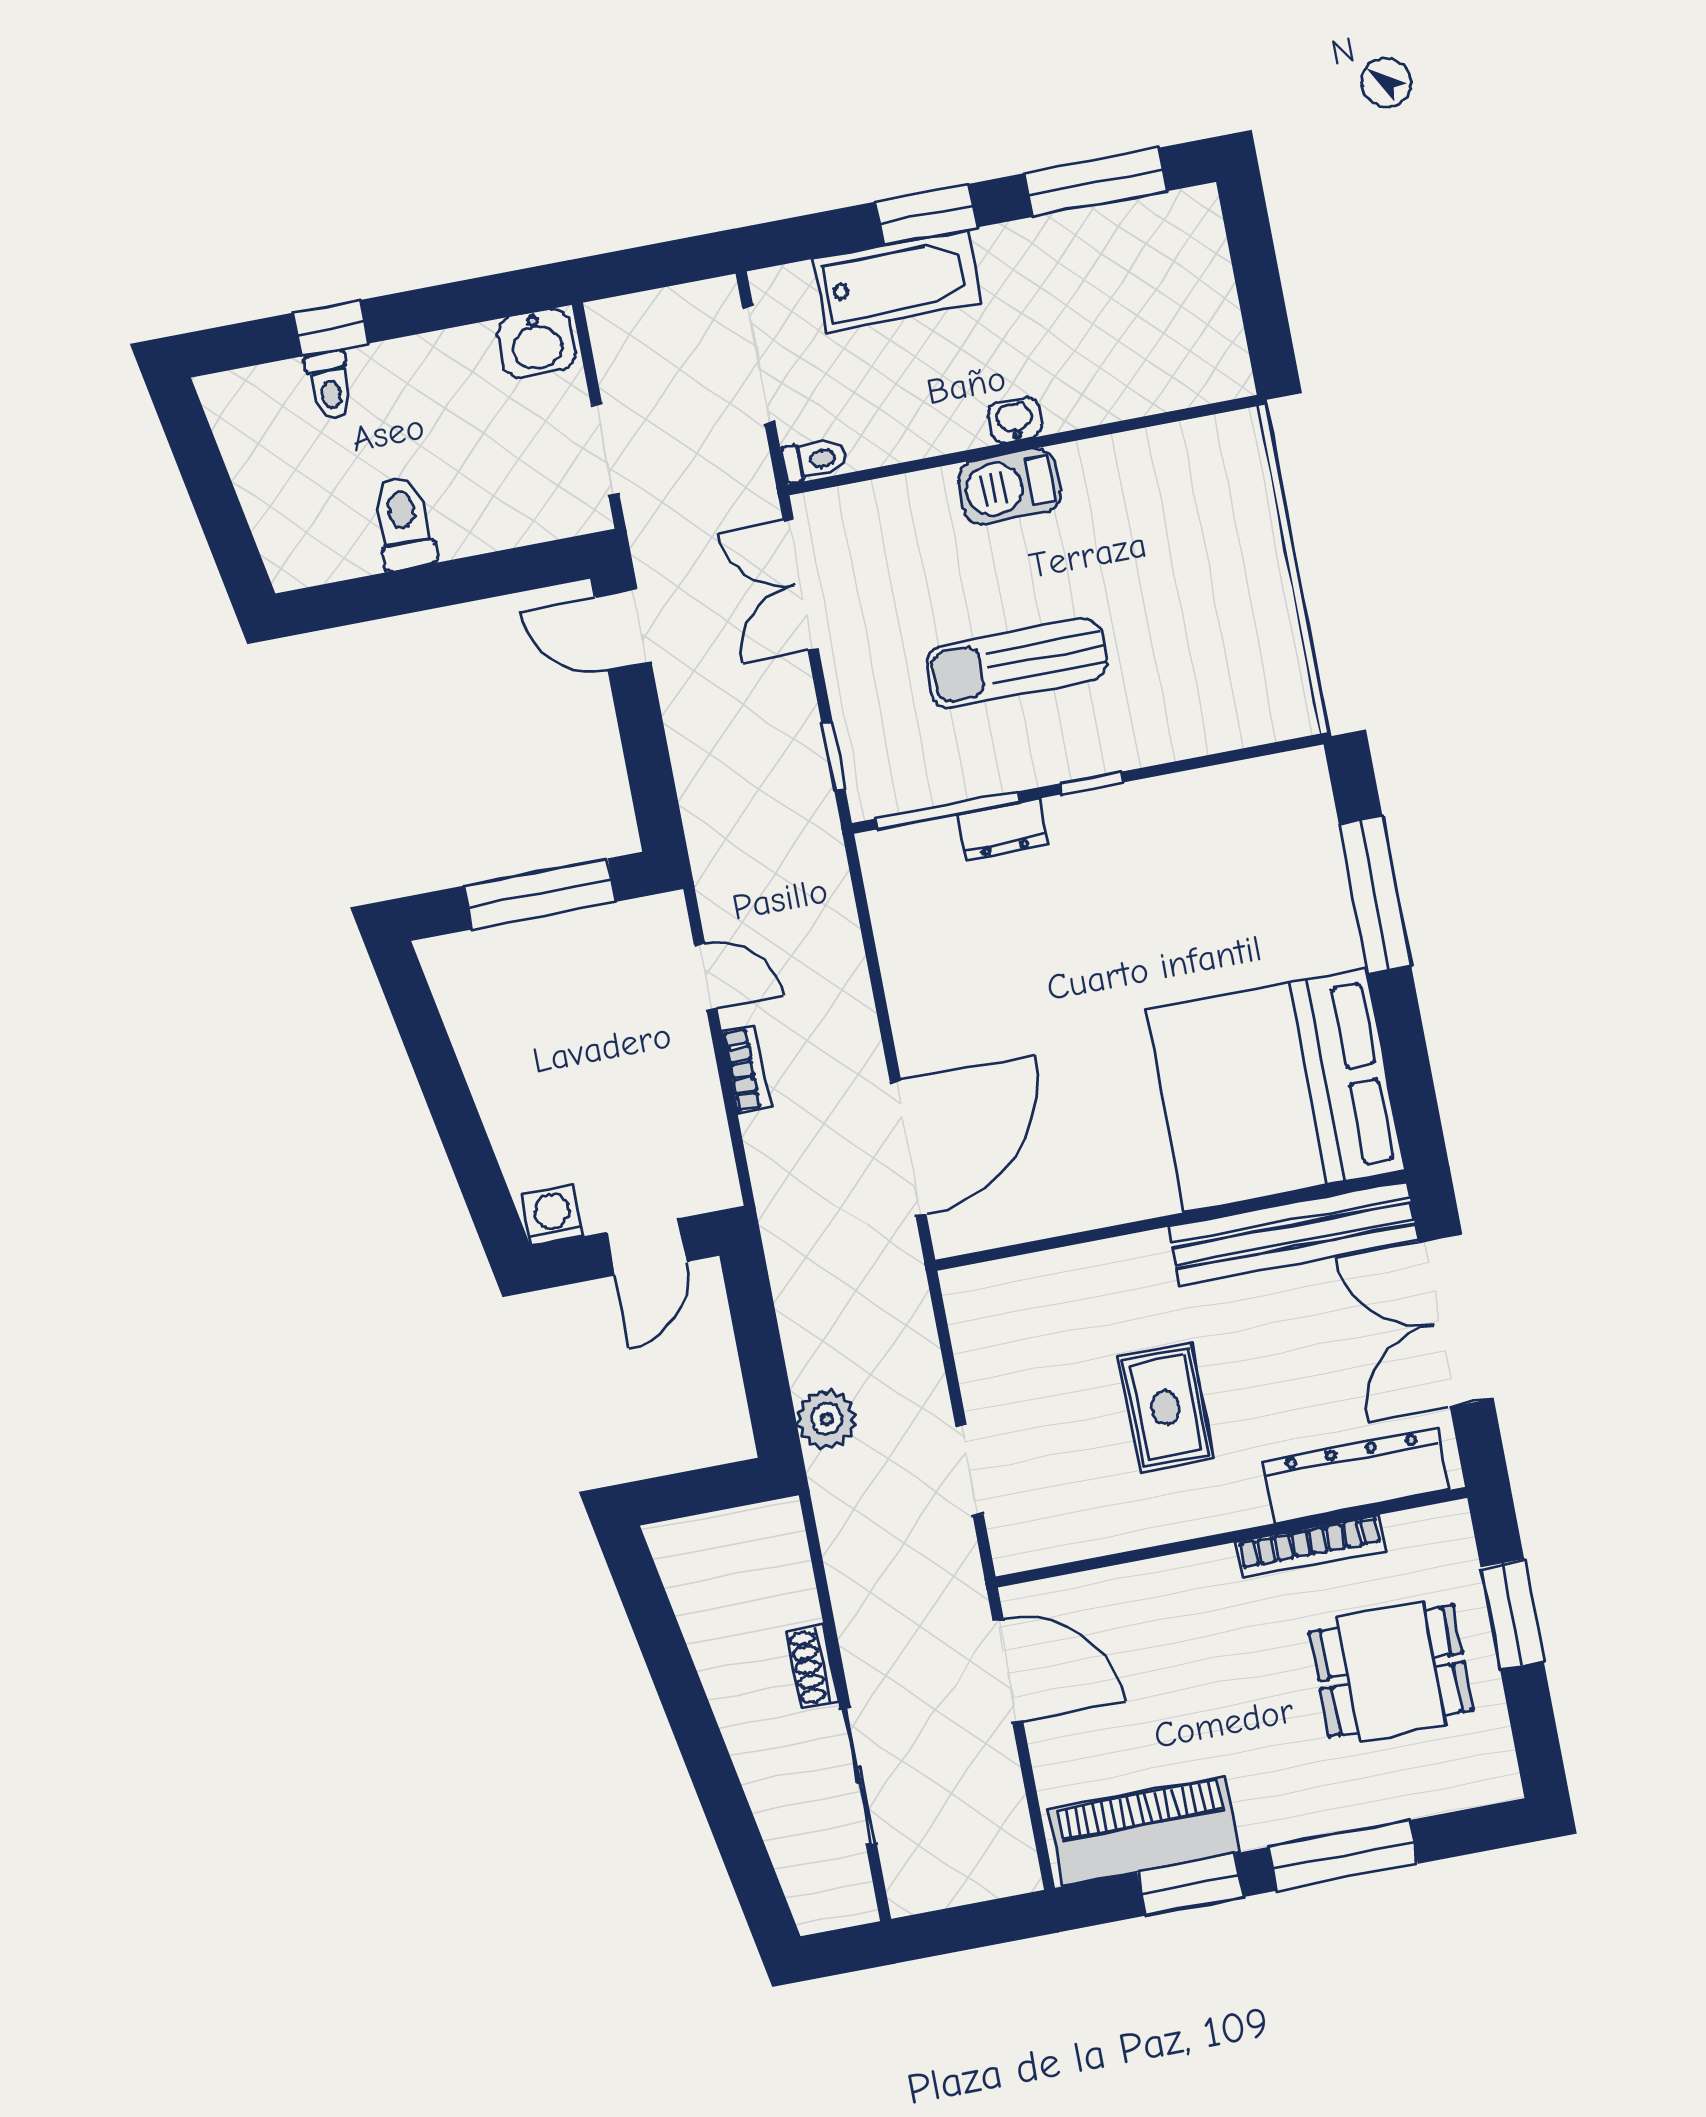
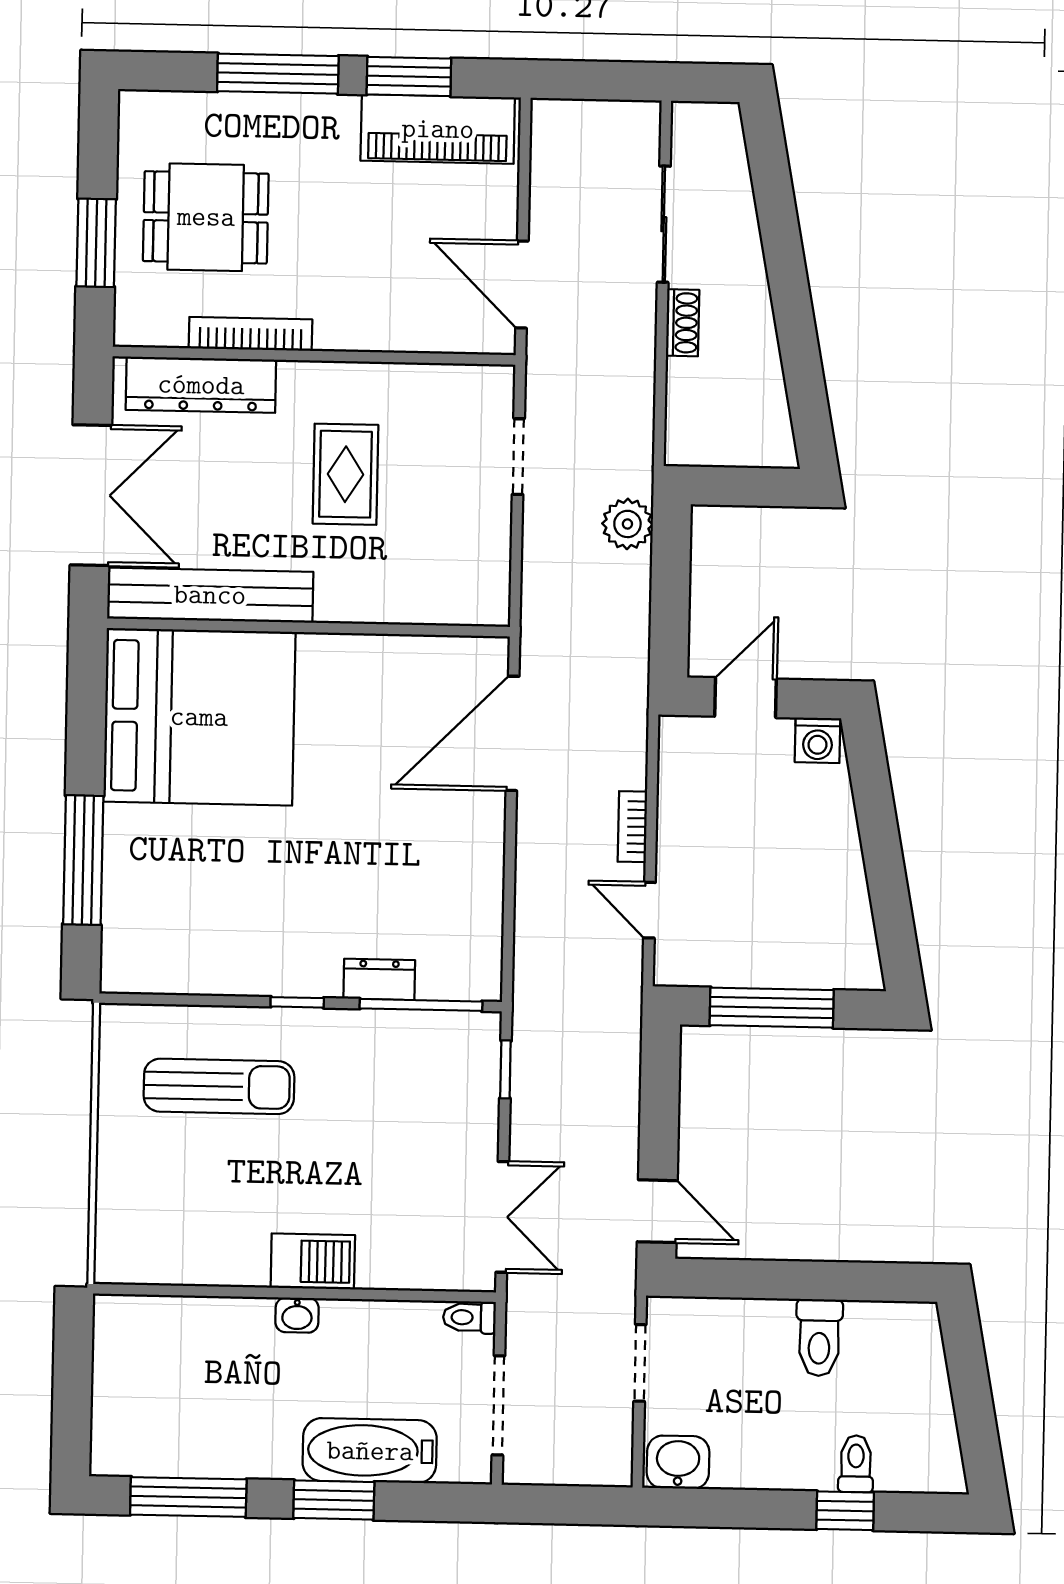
sun lounger: (1017, 663) -> (219, 1086), moved

